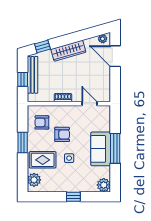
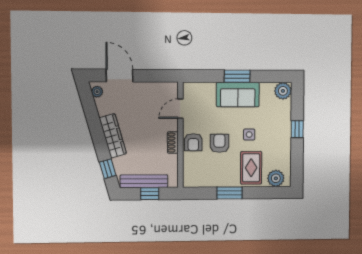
door: (115, 56) -> (120, 76), swing flipped
armchair: (42, 122) -> (193, 142), moved
window: (115, 148) -> (237, 76), width x0.69

